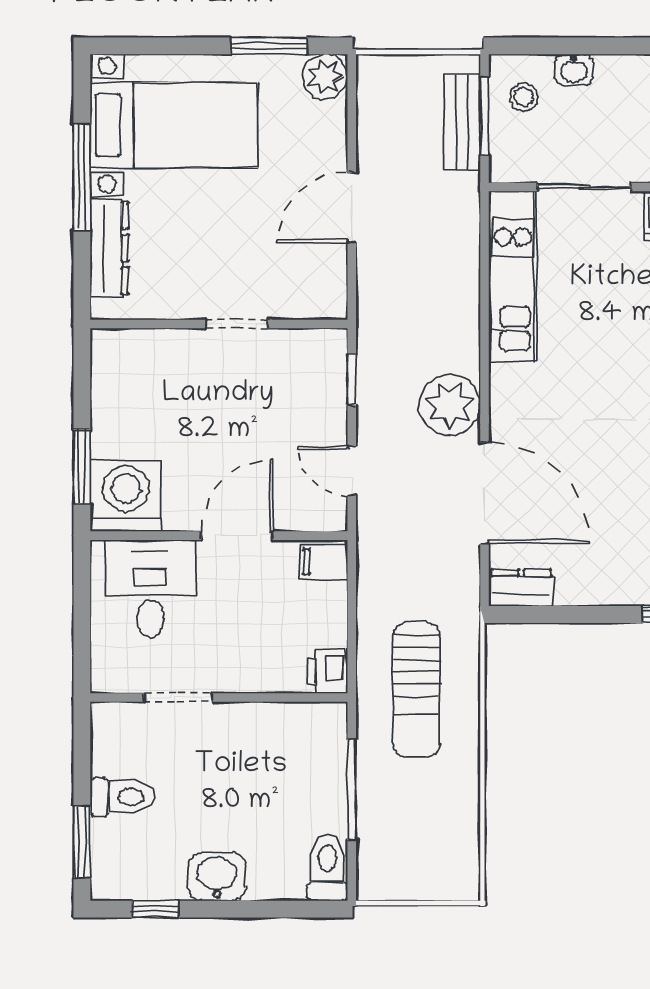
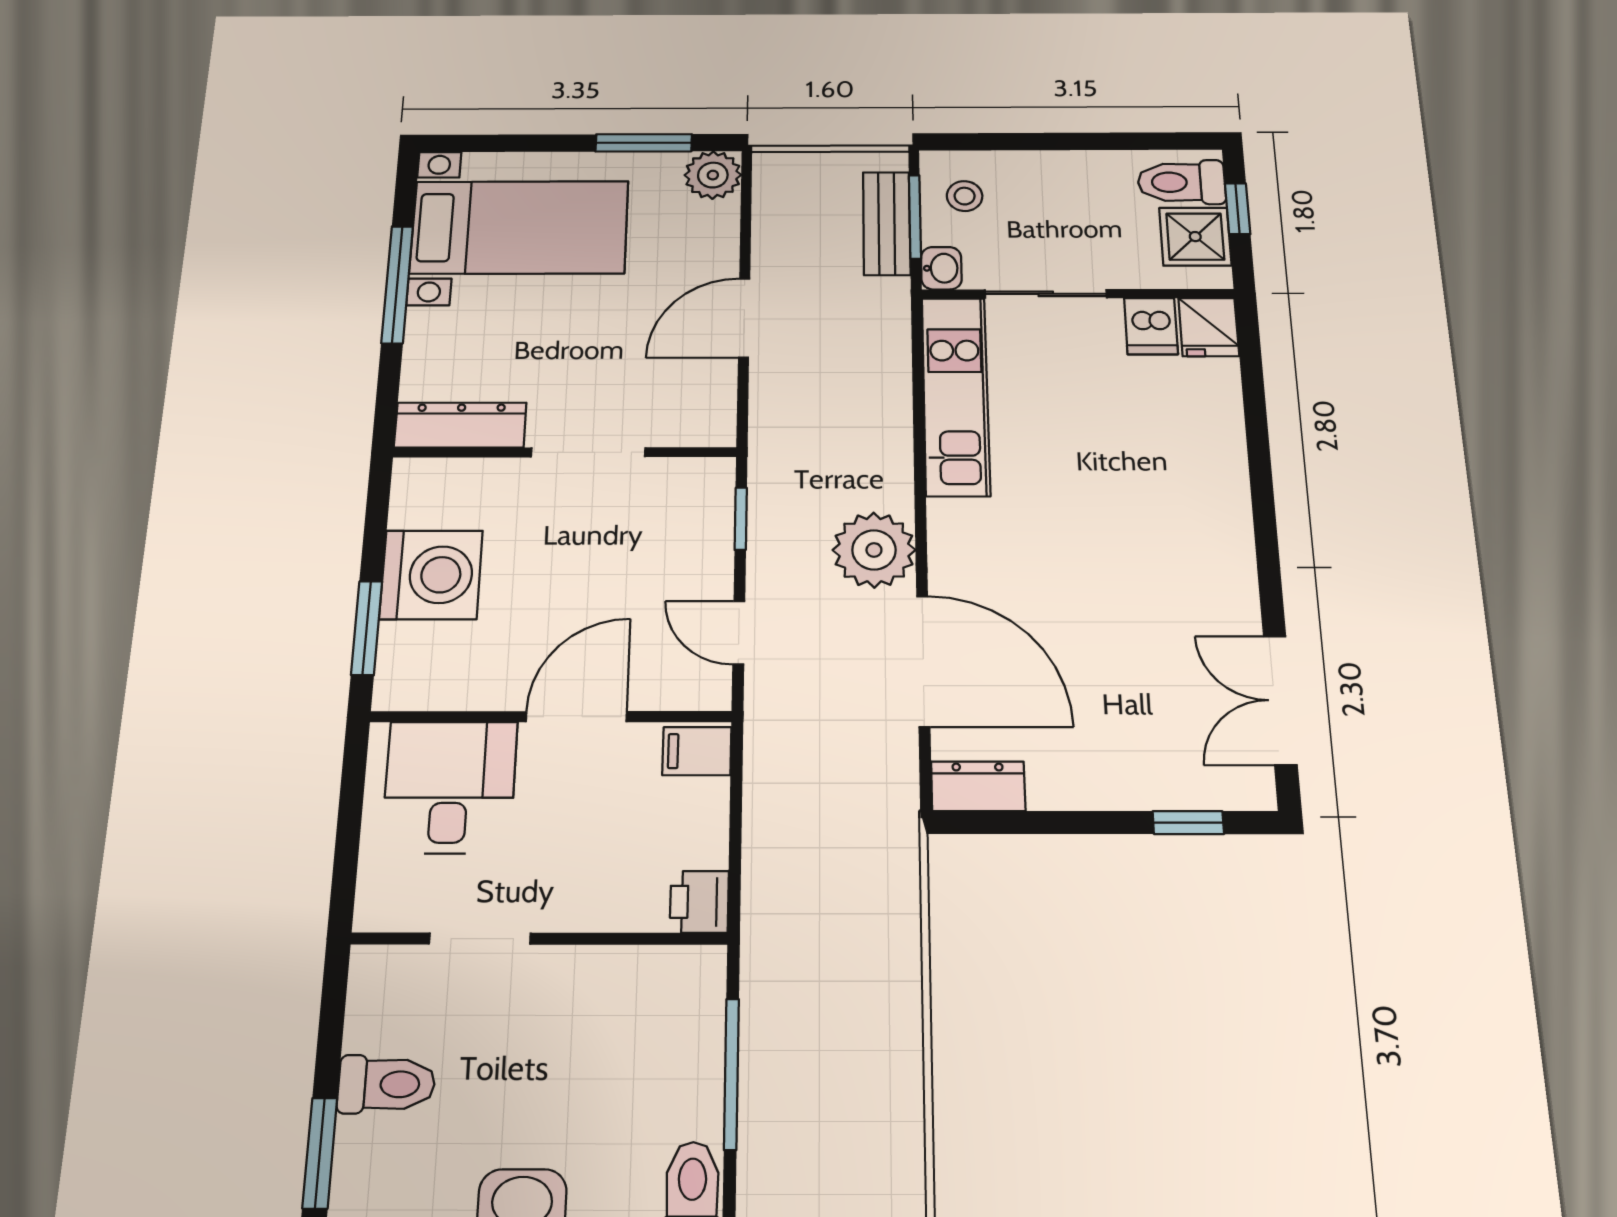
washbasin: (574, 70) -> (941, 268), moved, turned -90
dresser: (109, 248) -> (460, 425), moved, turned -90
doorway: (236, 324) -> (588, 452), width x1.38
washing machine: (126, 496) -> (431, 575), moved, turned 90
sun lounger: (416, 690) -> (828, 928), removed

